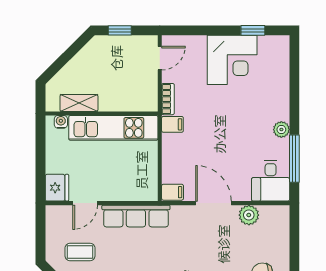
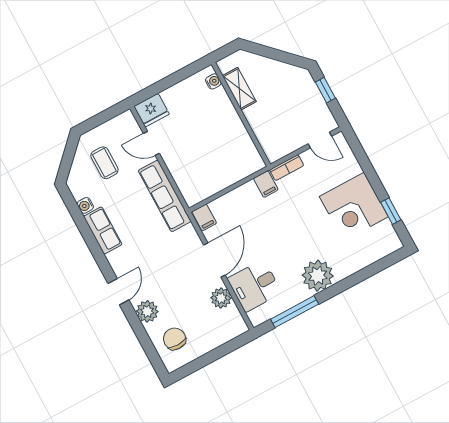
kitchen unit: (113, 128) -> (234, 132), removed
plant: (281, 129) -> (318, 276), width x1.88, depth x1.88
desk: (271, 181) -> (255, 286), moved

